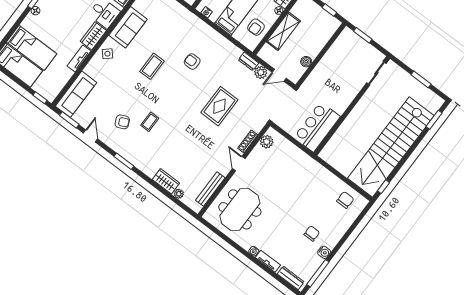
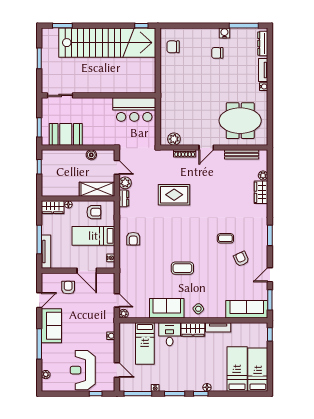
shelving: (283, 31) -> (97, 189), moved
booth: (340, 53) -> (66, 134), added
armchair: (192, 62) -> (133, 239), moved

